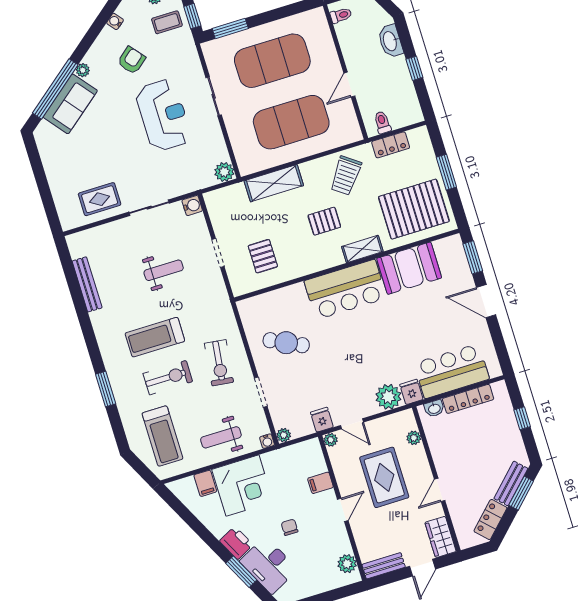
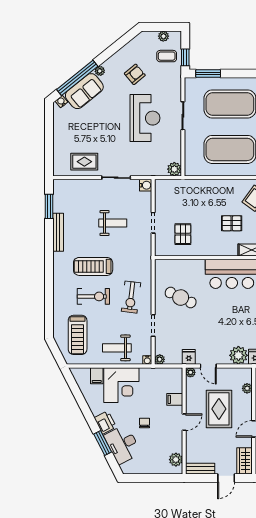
water cooler: (115, 21) -> (61, 102), moved
shelving: (274, 183) -> (205, 187), removed
bench: (87, 284) -> (58, 232), moved
window: (106, 389) -> (49, 206), moved

